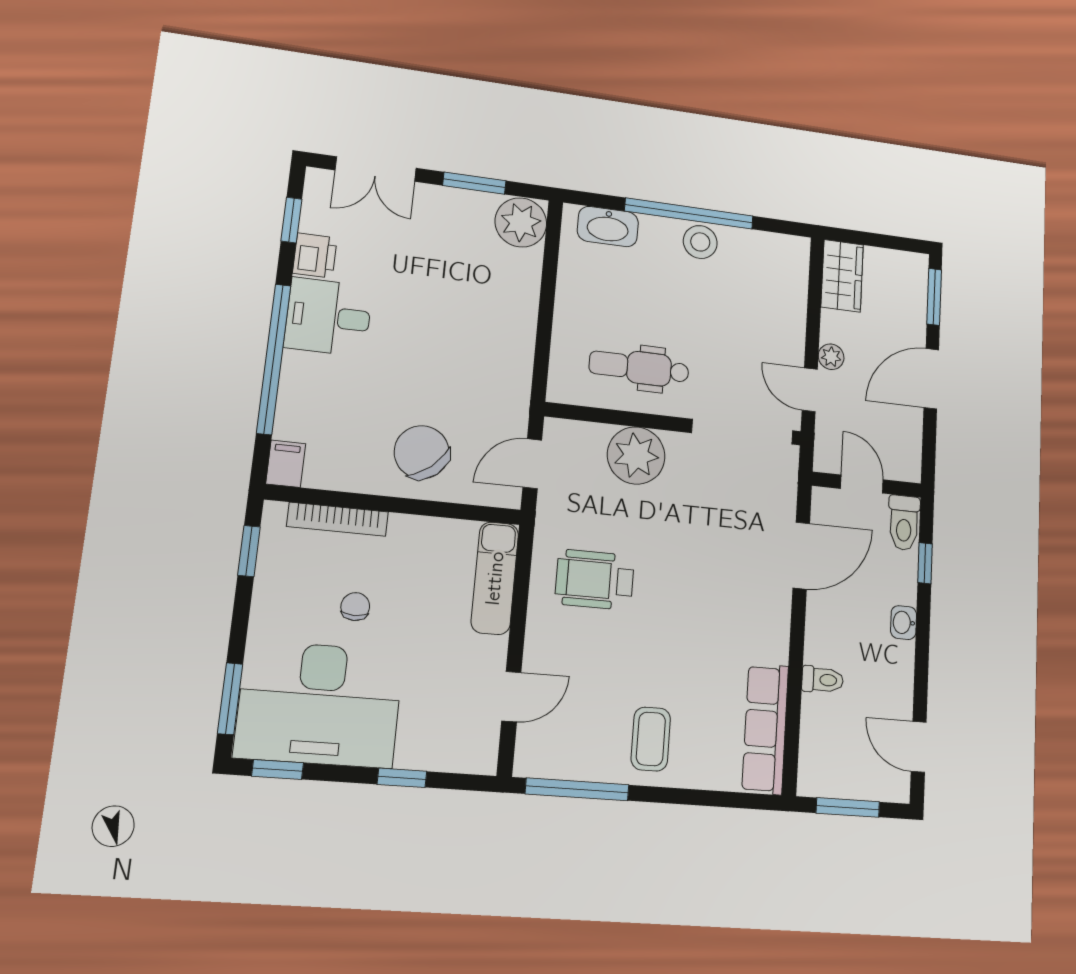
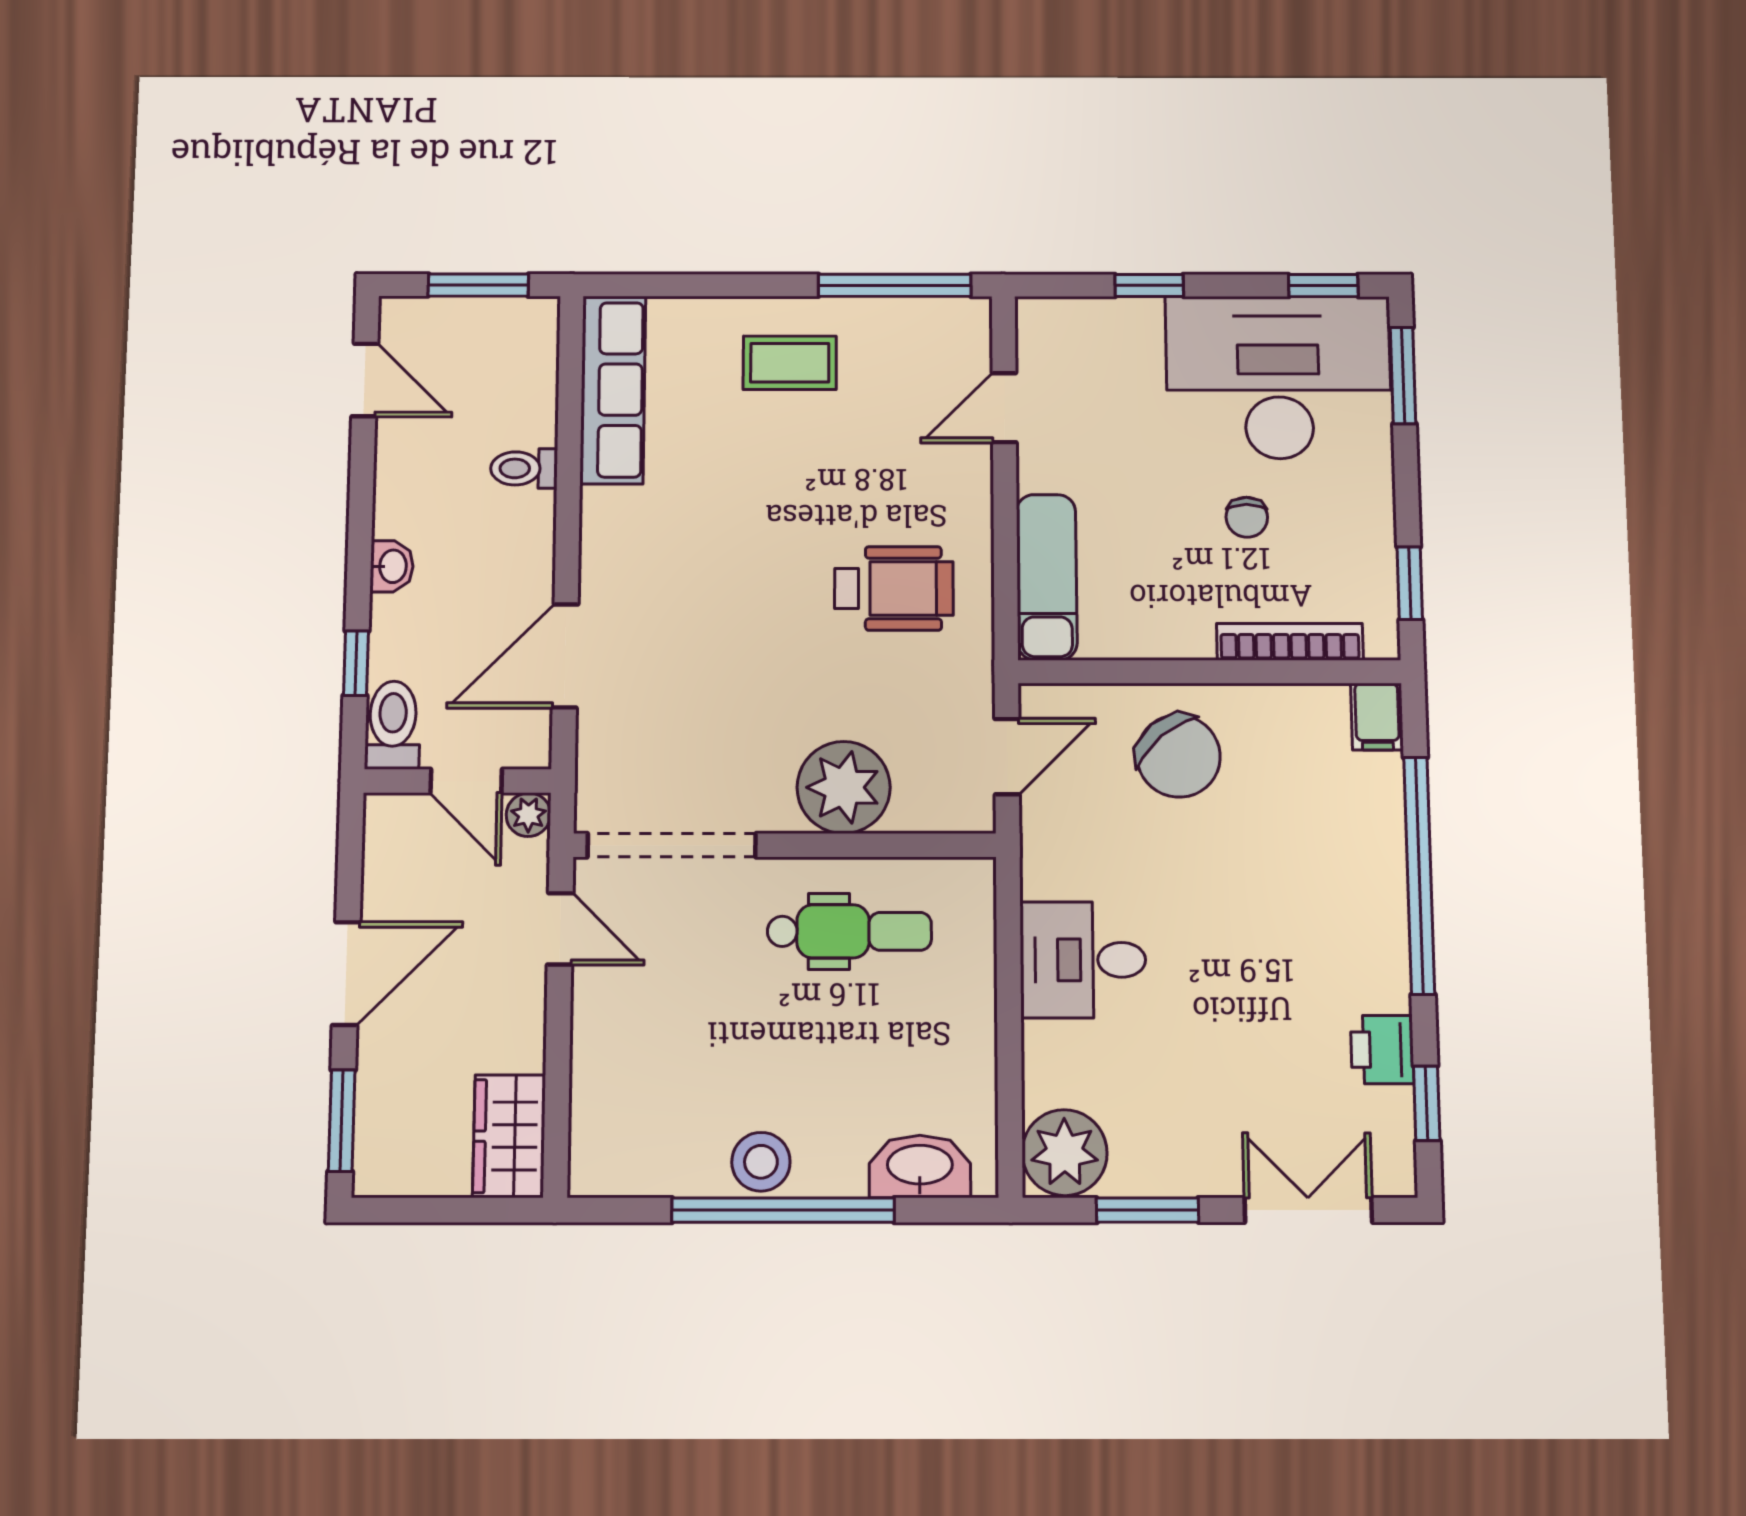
desk: (328, 317) -> (1083, 960), moved, turned 180
plant: (831, 357) -> (528, 815), moved
coffee table: (651, 739) -> (790, 363), turned 90

